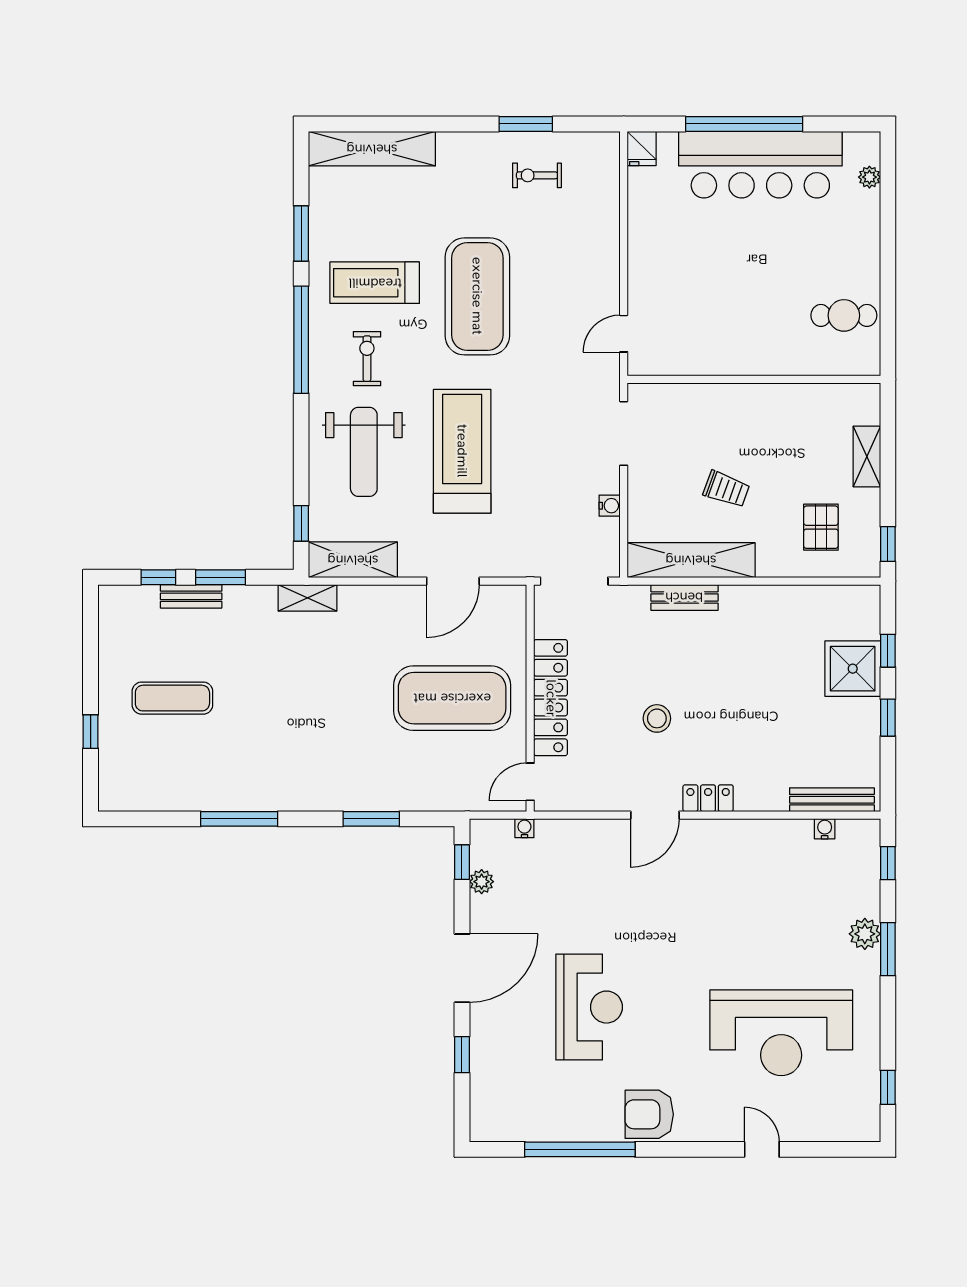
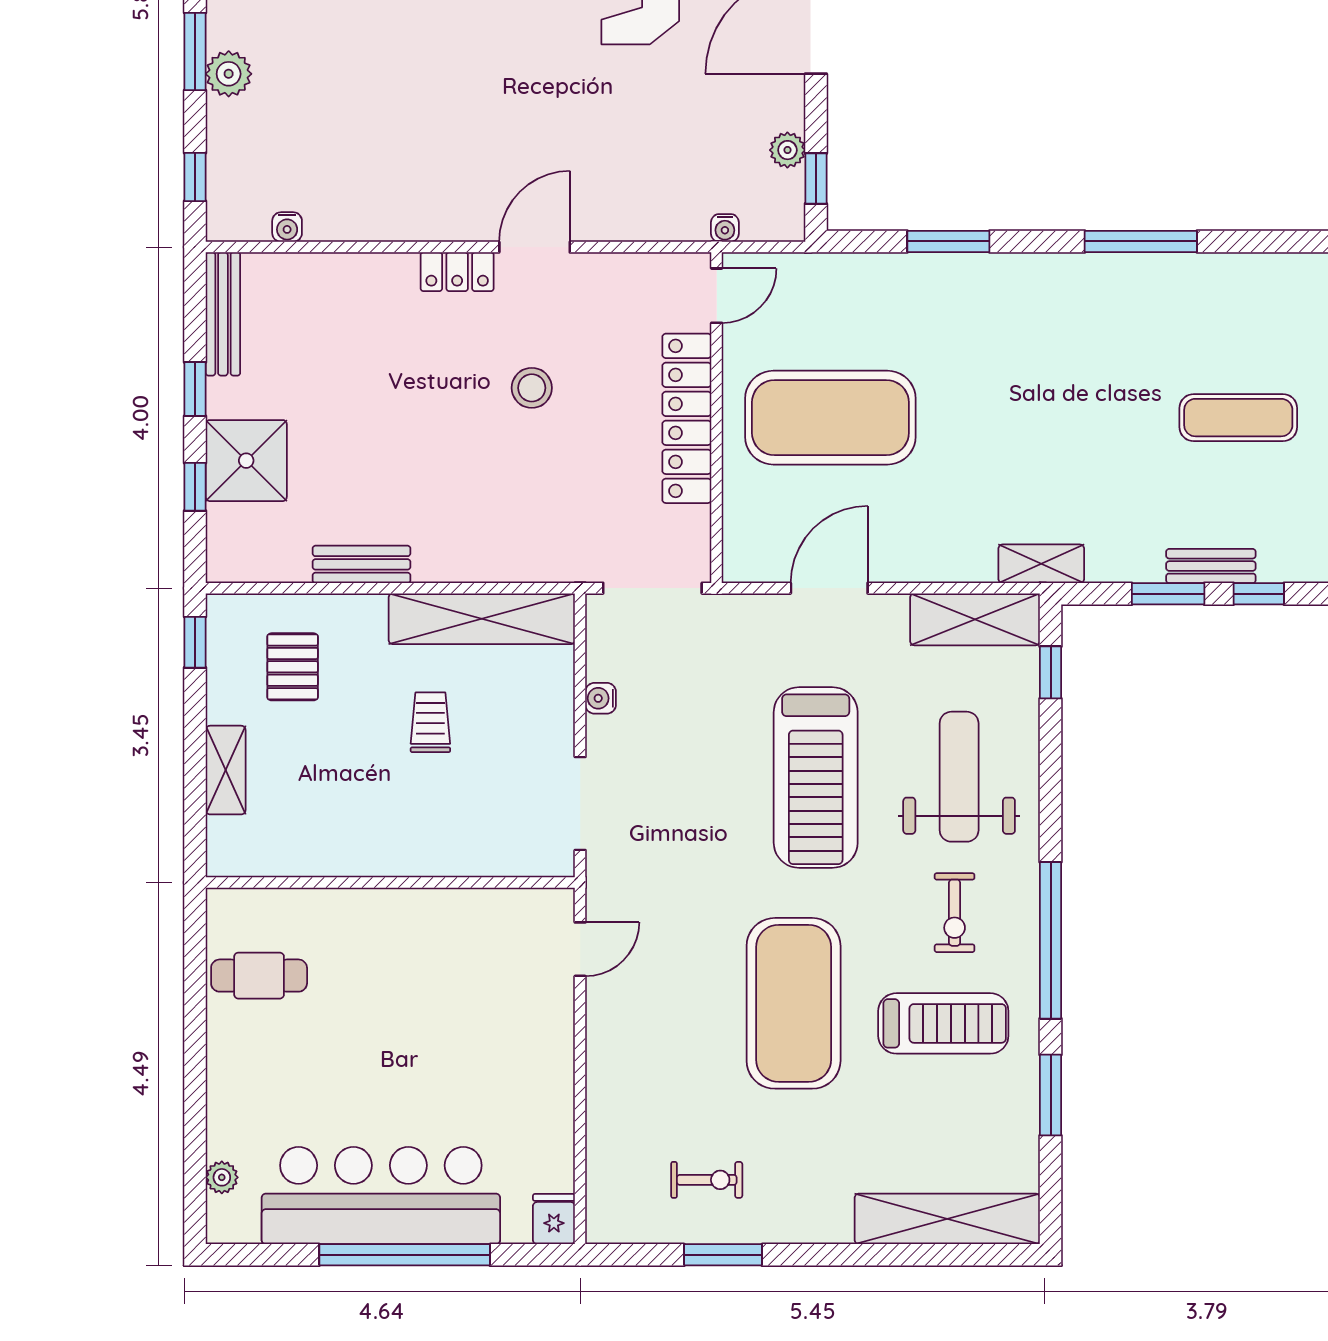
trolley: (726, 489) -> (430, 722), turned 70
bench: (684, 597) -> (361, 564), moved
bench: (832, 800) -> (223, 314), moved, turned 90

